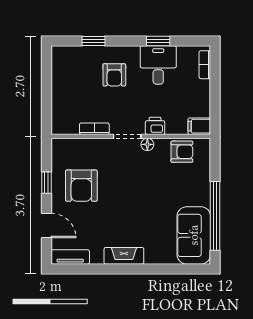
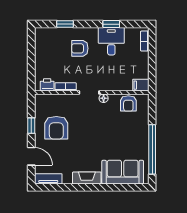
armchair: (114, 75) -> (80, 48), turned 90
printer: (155, 126) -> (47, 85), moved
armchair: (182, 152) -> (128, 103), turned 90
sofa: (194, 235) -> (123, 172), moved, turned 90

